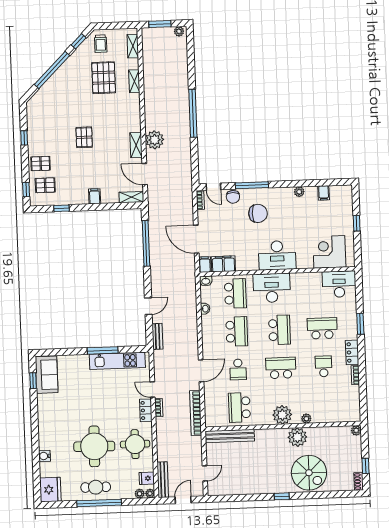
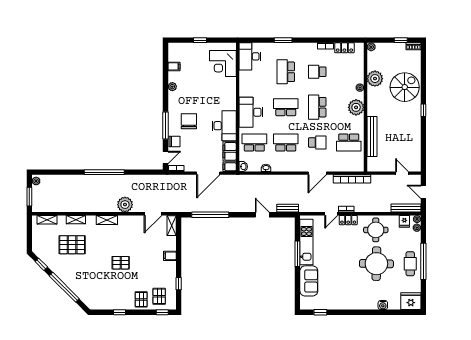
trolley: (101, 44) -> (44, 246), removed
shelving: (136, 145) -> (107, 220), moved
desk: (277, 255) -> (224, 126), moved
locker: (352, 352) -> (344, 48), moved
door: (201, 371) -> (317, 173), swing flipped
sofa: (47, 375) -> (309, 281), moved, turned 90
bench: (230, 436) -> (372, 137), moved
plant: (297, 437) -> (375, 79), moved

